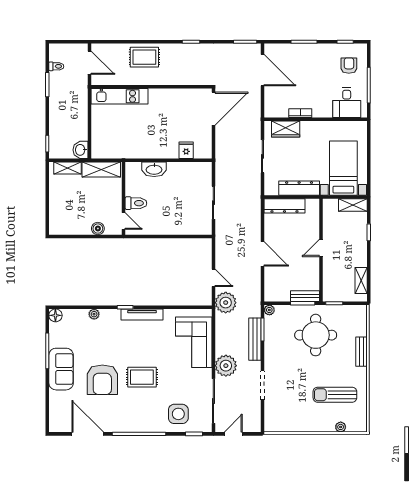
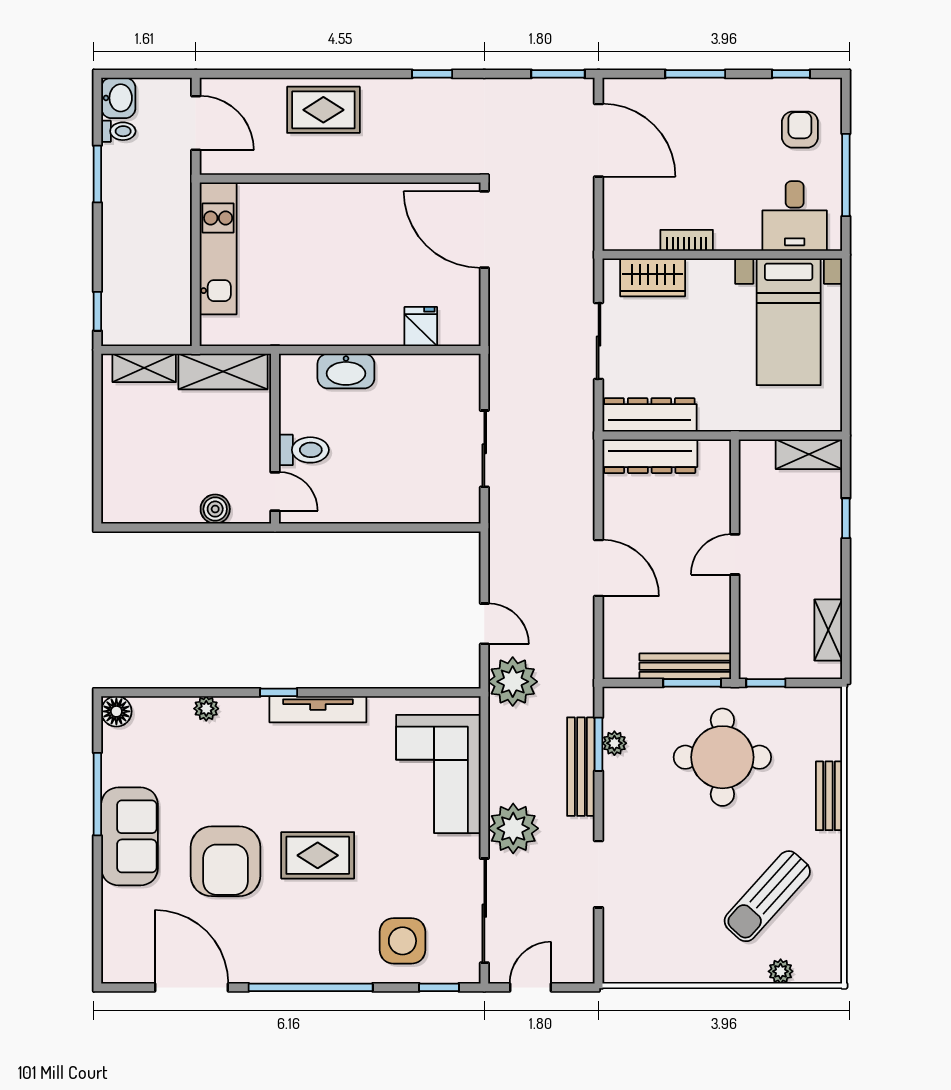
kitchen unit: (119, 96) -> (218, 248), moved, turned -90
door: (213, 109) -> (484, 230), swing flipped
washbasin: (81, 150) -> (118, 98), moved, turned 180
bed with nightstands: (343, 168) -> (789, 322), moved, turned 180
dresser: (299, 188) -> (649, 415), moved
bench: (305, 296) -> (685, 666), width x1.36
plant: (269, 310) -> (614, 743), moved
sun lounger: (335, 395) -> (767, 896), turned -48

